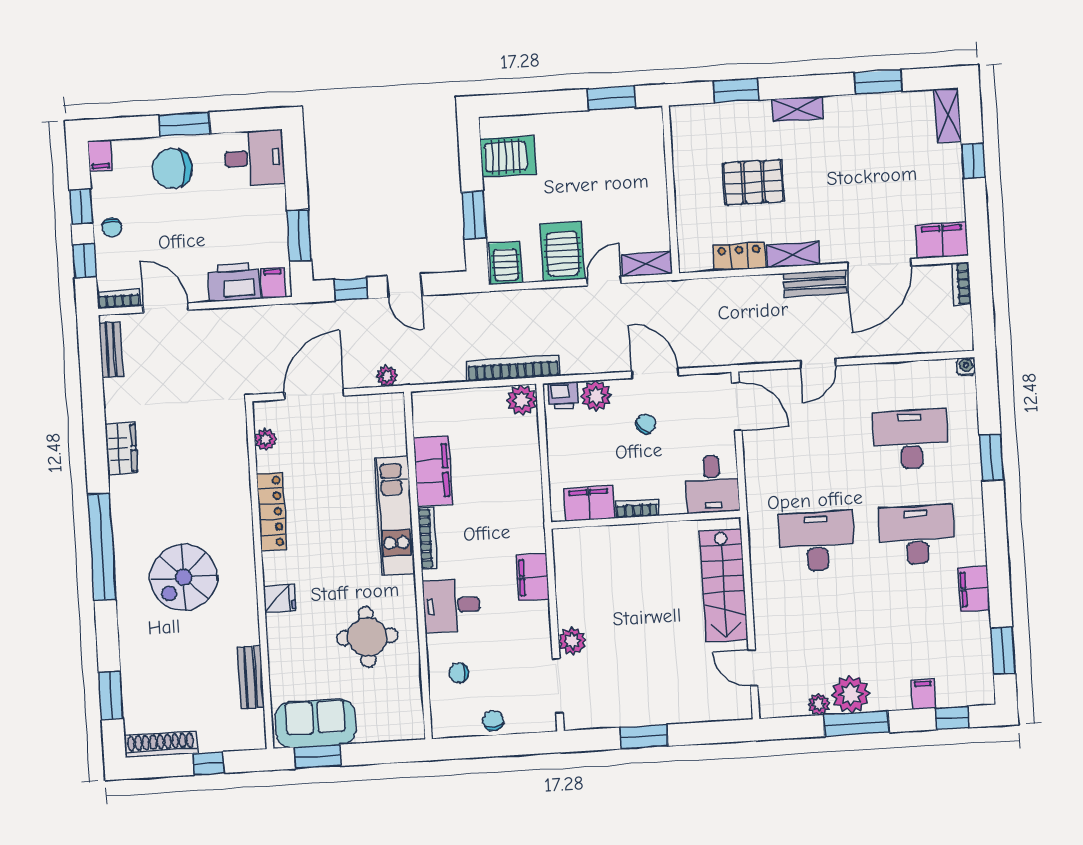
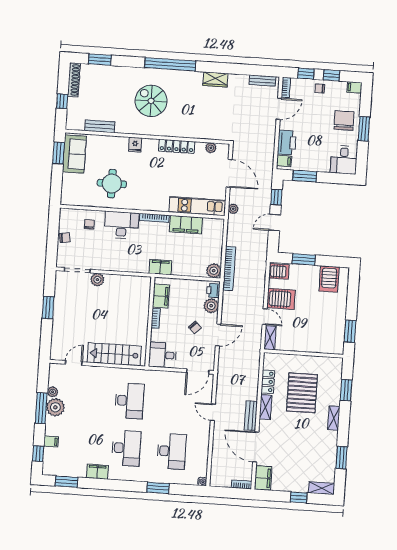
pallet: (753, 182) -> (302, 393), width x1.37, depth x1.41
kitchen unit: (395, 516) -> (197, 206), moved
filing cabinet: (533, 577) -> (160, 267), moved
desk: (451, 605) -> (121, 225), width x1.37

